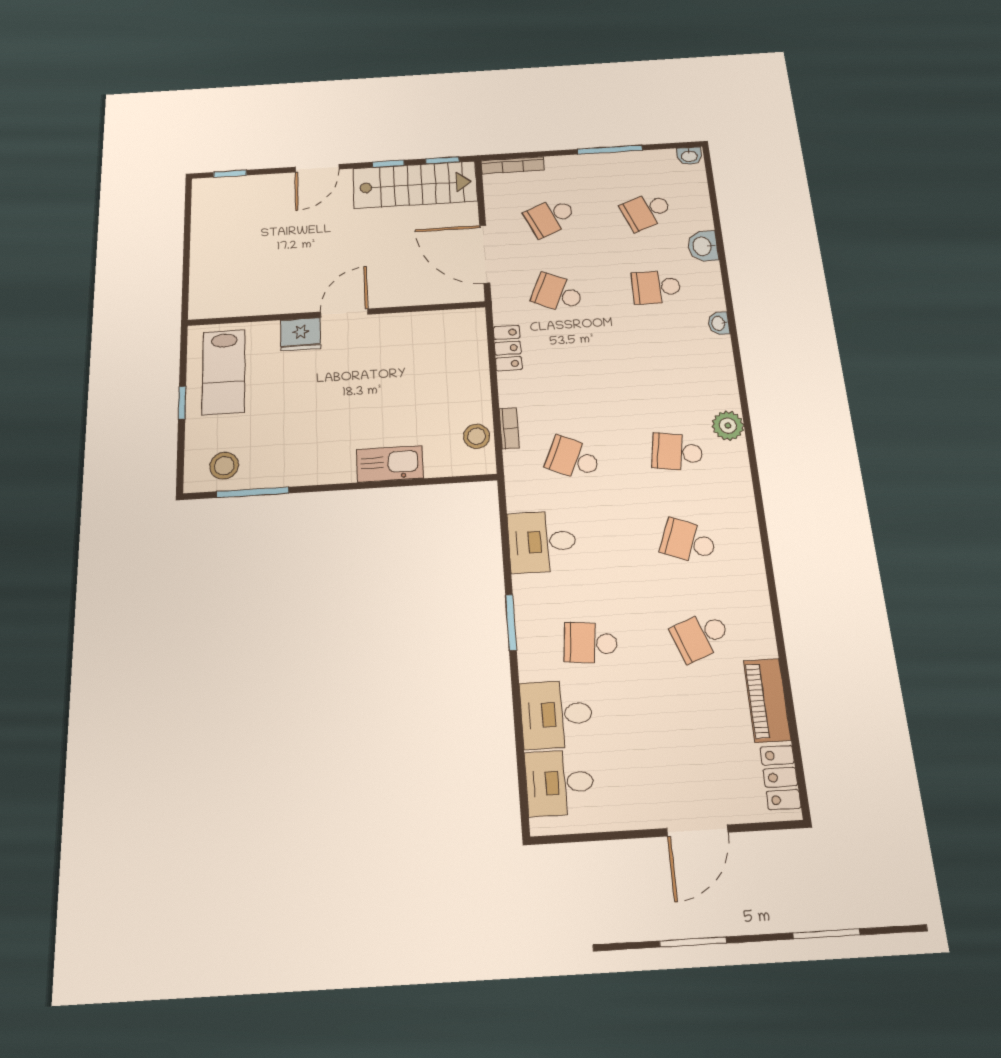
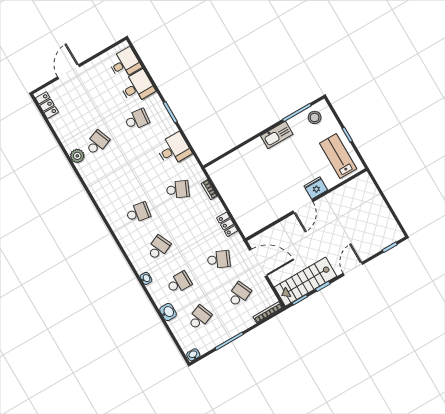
plant: (728, 426) -> (77, 156), moved
stool: (477, 436) -> (221, 180), removed
kitchen sink: (390, 464) -> (277, 135), moved
school desk: (689, 542) -> (159, 248), moved, turned -45
piano: (767, 700) -> (63, 131), removed

